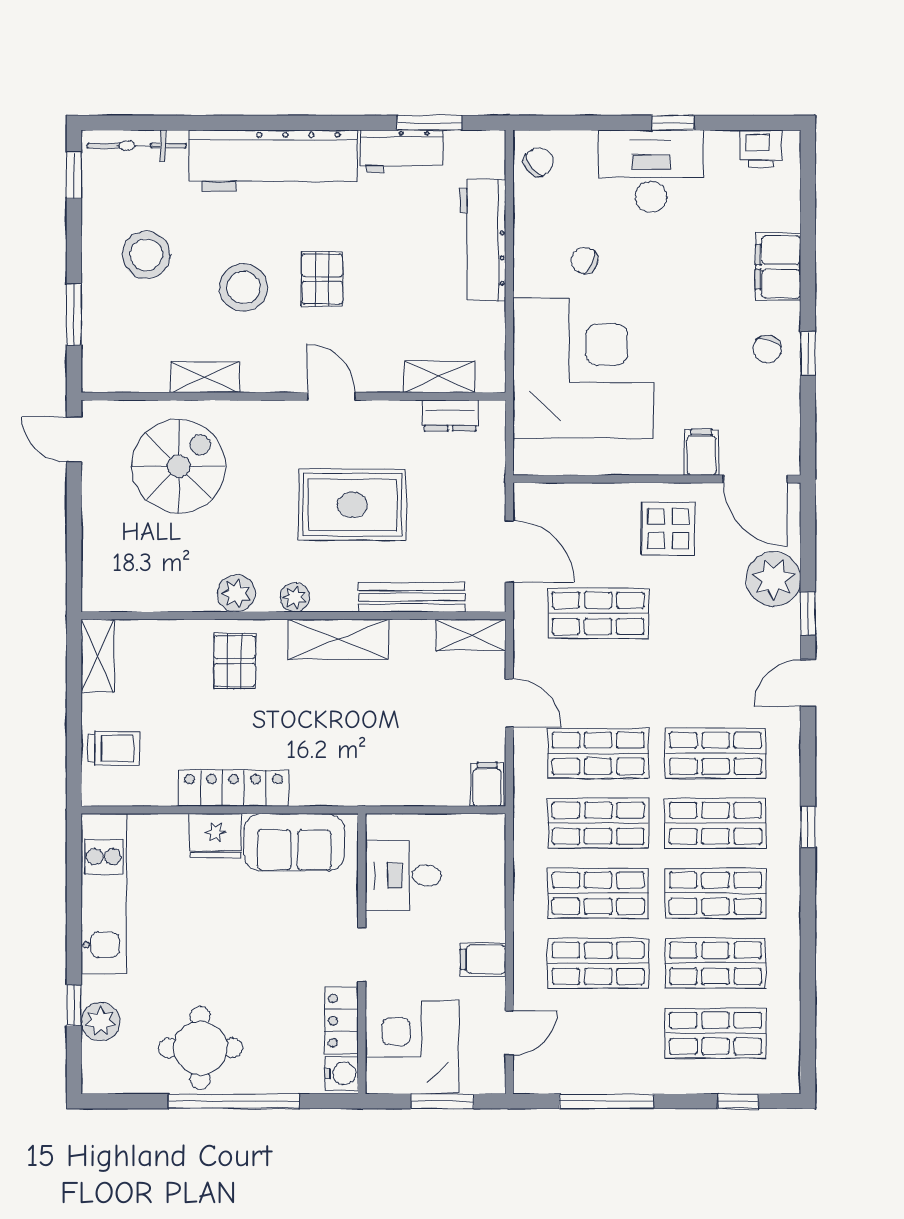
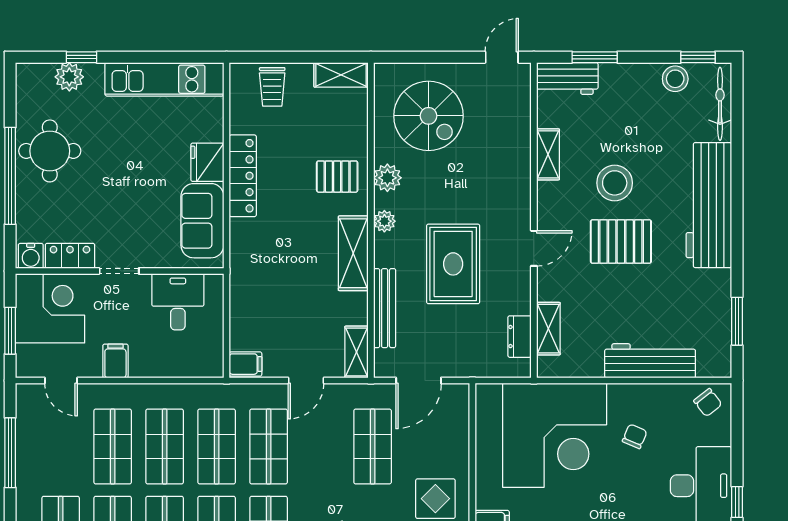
workbench: (402, 151) -> (567, 78), moved, turned -90
stool: (146, 255) -> (675, 79), moved, width x0.73, depth x0.73
pallet: (322, 279) -> (621, 242), width x1.50, depth x1.42
spiral stairs: (179, 466) -> (429, 116), moved

